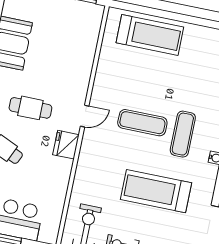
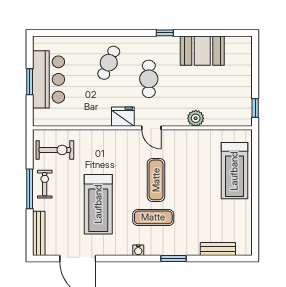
plant: (84, 66) -> (196, 118), added
treadmill: (156, 191) -> (98, 204), turned 180

